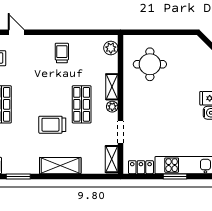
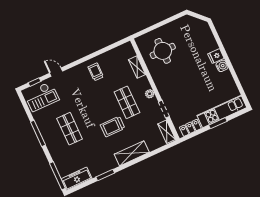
plant: (111, 48) -> (129, 52), removed
shelving: (112, 87) -> (137, 67), moved

